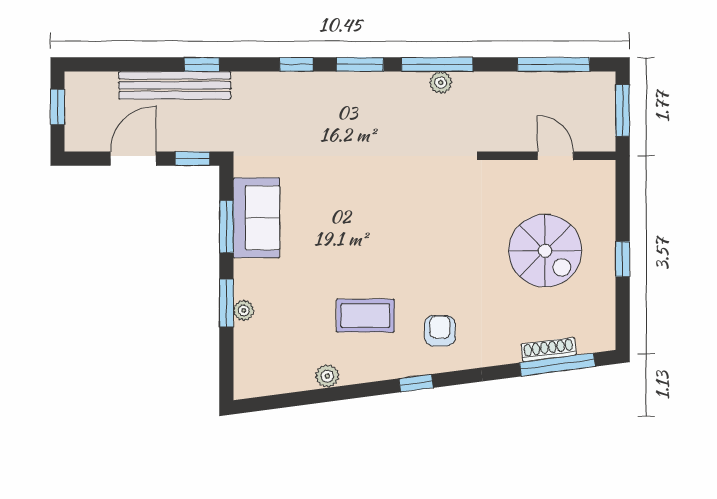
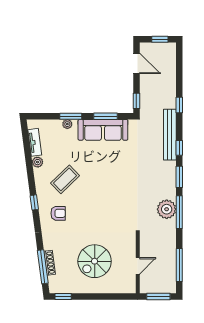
plant: (441, 83) -> (167, 209), width x1.88, depth x1.88
bench: (175, 85) -> (170, 135), moved
door: (133, 159) -> (136, 63), moved
sofa: (256, 218) -> (103, 130), width x1.36
window: (623, 259) -> (63, 296), moved
coffee table: (365, 316) -> (65, 179), turned 46
tv unit: (284, 382) -> (35, 142), added

